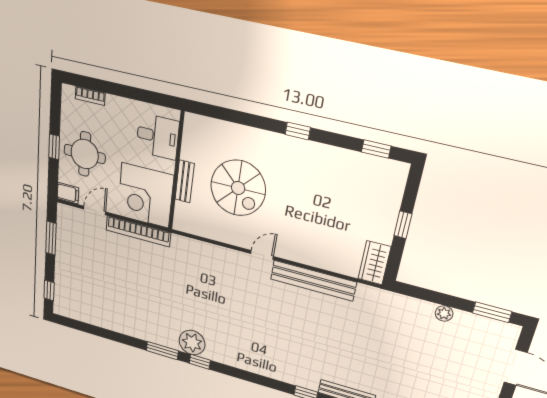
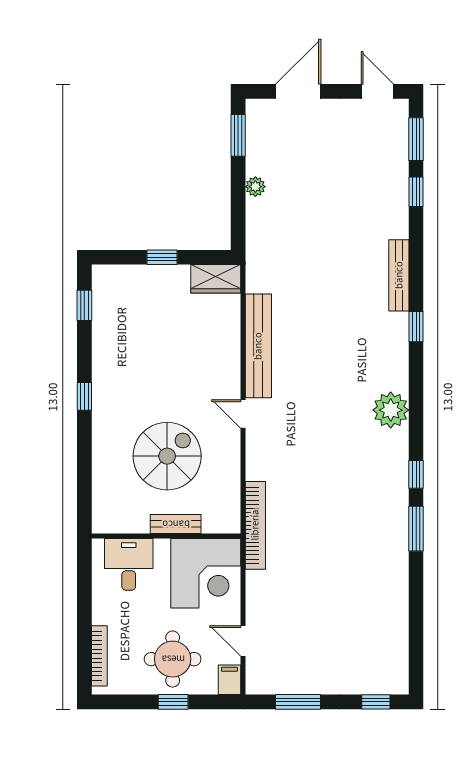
bookcase: (90, 96) -> (99, 656), width x1.56
bookcase: (138, 231) -> (255, 525), moved
plant: (192, 343) -> (391, 410), moved

